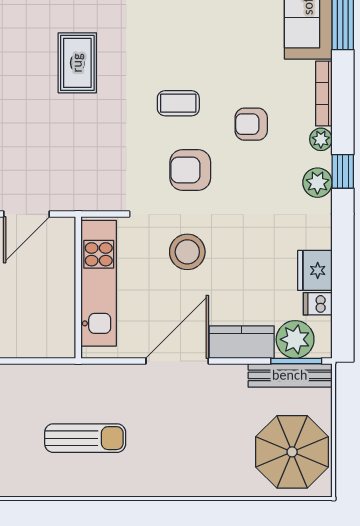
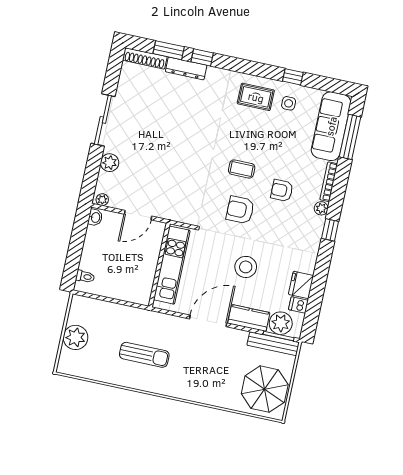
rug: (77, 63) -> (187, 132), removed
plant: (317, 183) -> (314, 233), removed
stool: (187, 252) -> (246, 267), moved

